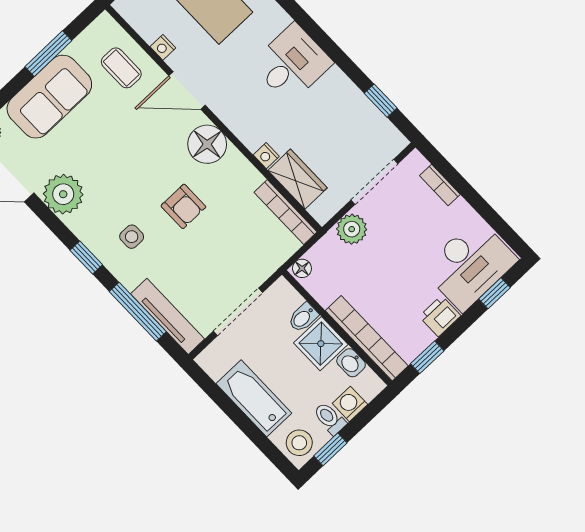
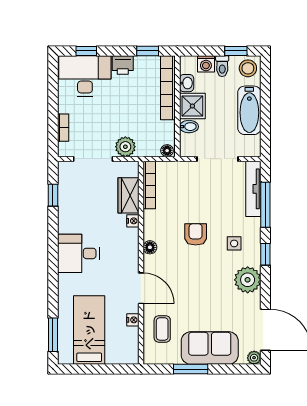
floor lamp: (207, 144) -> (150, 247), width x0.53, depth x0.53
plant: (63, 194) -> (248, 280), moved

